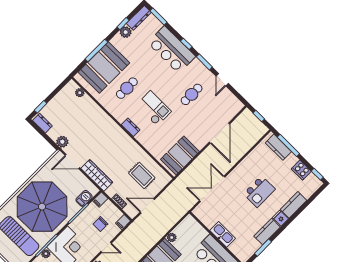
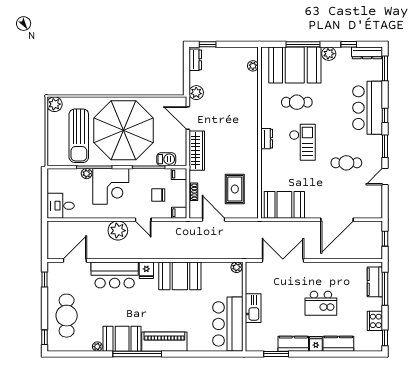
plant: (126, 32) -> (329, 54), moved
plant: (172, 237) -> (237, 267), moved

